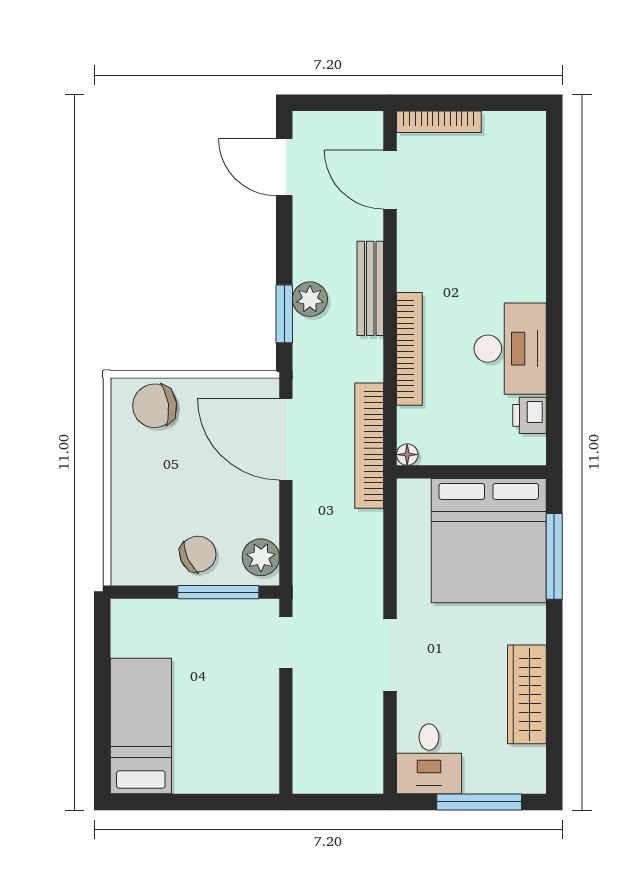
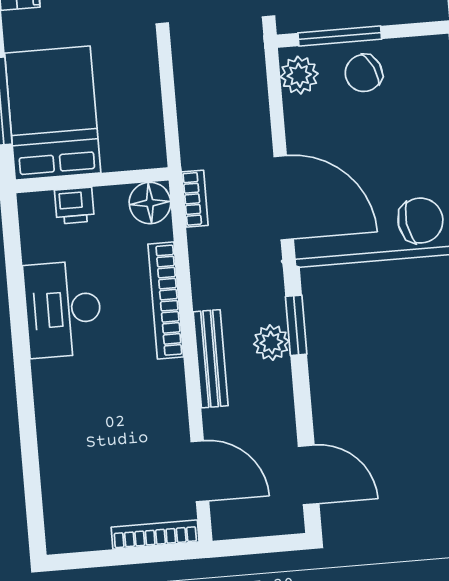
printer: (529, 415) -> (74, 206), moved, turned 90
bookcase: (369, 446) -> (195, 199), width x0.43, depth x0.76
floor lamp: (407, 455) -> (150, 203), width x1.89, depth x1.89
bed: (489, 541) -> (53, 113), width x0.73

